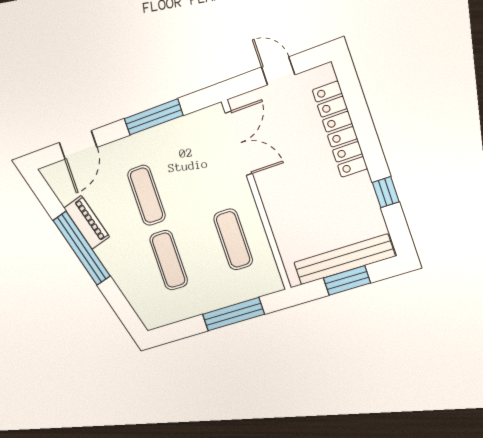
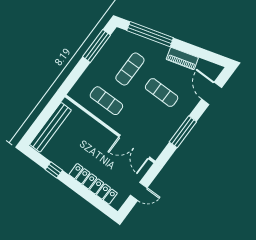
window: (82, 248) -> (150, 34), moved
exercise mat: (169, 260) -> (130, 69), turned 90
window: (347, 280) -> (43, 119), removed
window: (233, 314) -> (97, 46), moved

